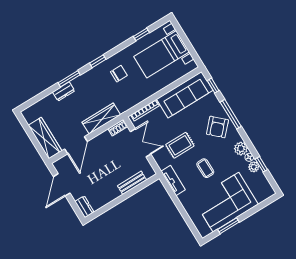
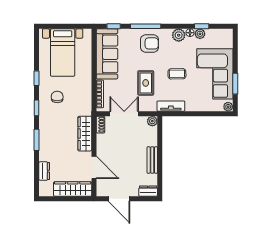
window: (141, 34) -> (36, 78), moved
dresser: (64, 91) -> (44, 171), moved
armchair: (217, 127) -> (150, 43), turned -43
plant: (149, 172) -> (152, 121), added
bench: (132, 183) -> (152, 160), moved
plant: (204, 232) -> (228, 107), added

